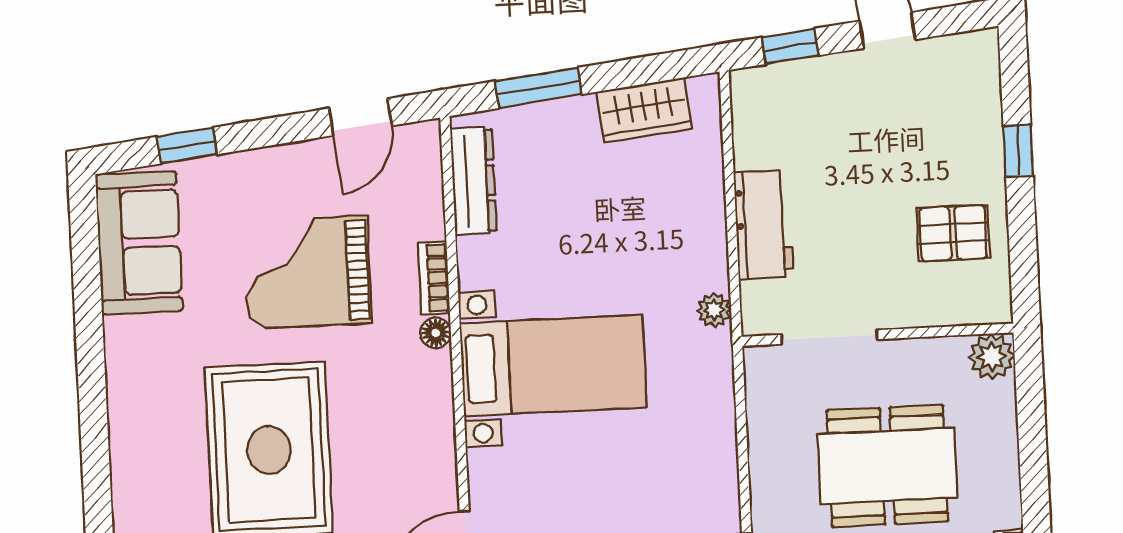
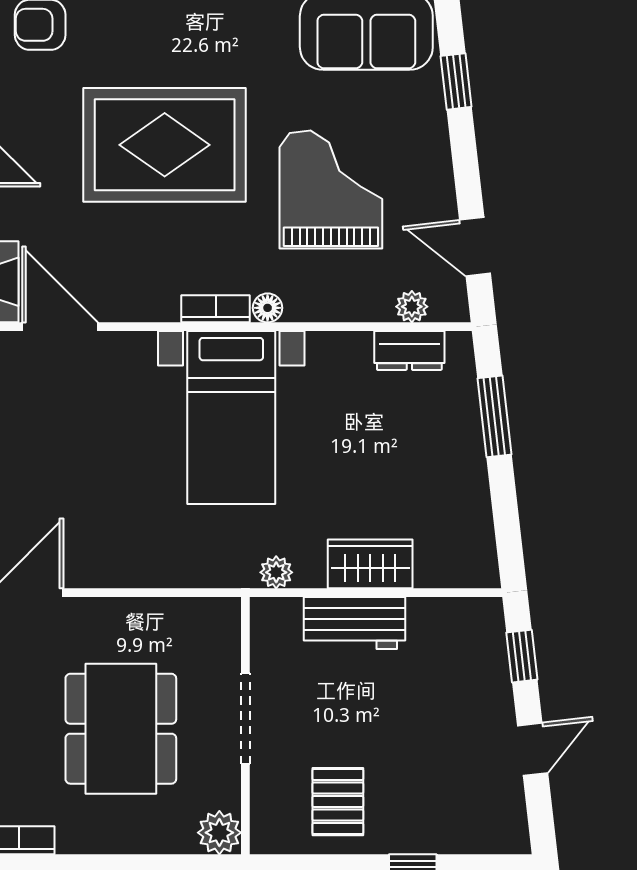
wardrobe: (644, 110) -> (370, 564), moved, turned 97
plant: (427, 181) -> (412, 307), added
dresser: (473, 181) -> (409, 351), width x0.70
bookcase: (434, 278) -> (216, 309), moved
doorway: (829, 337) -> (245, 718), moved

